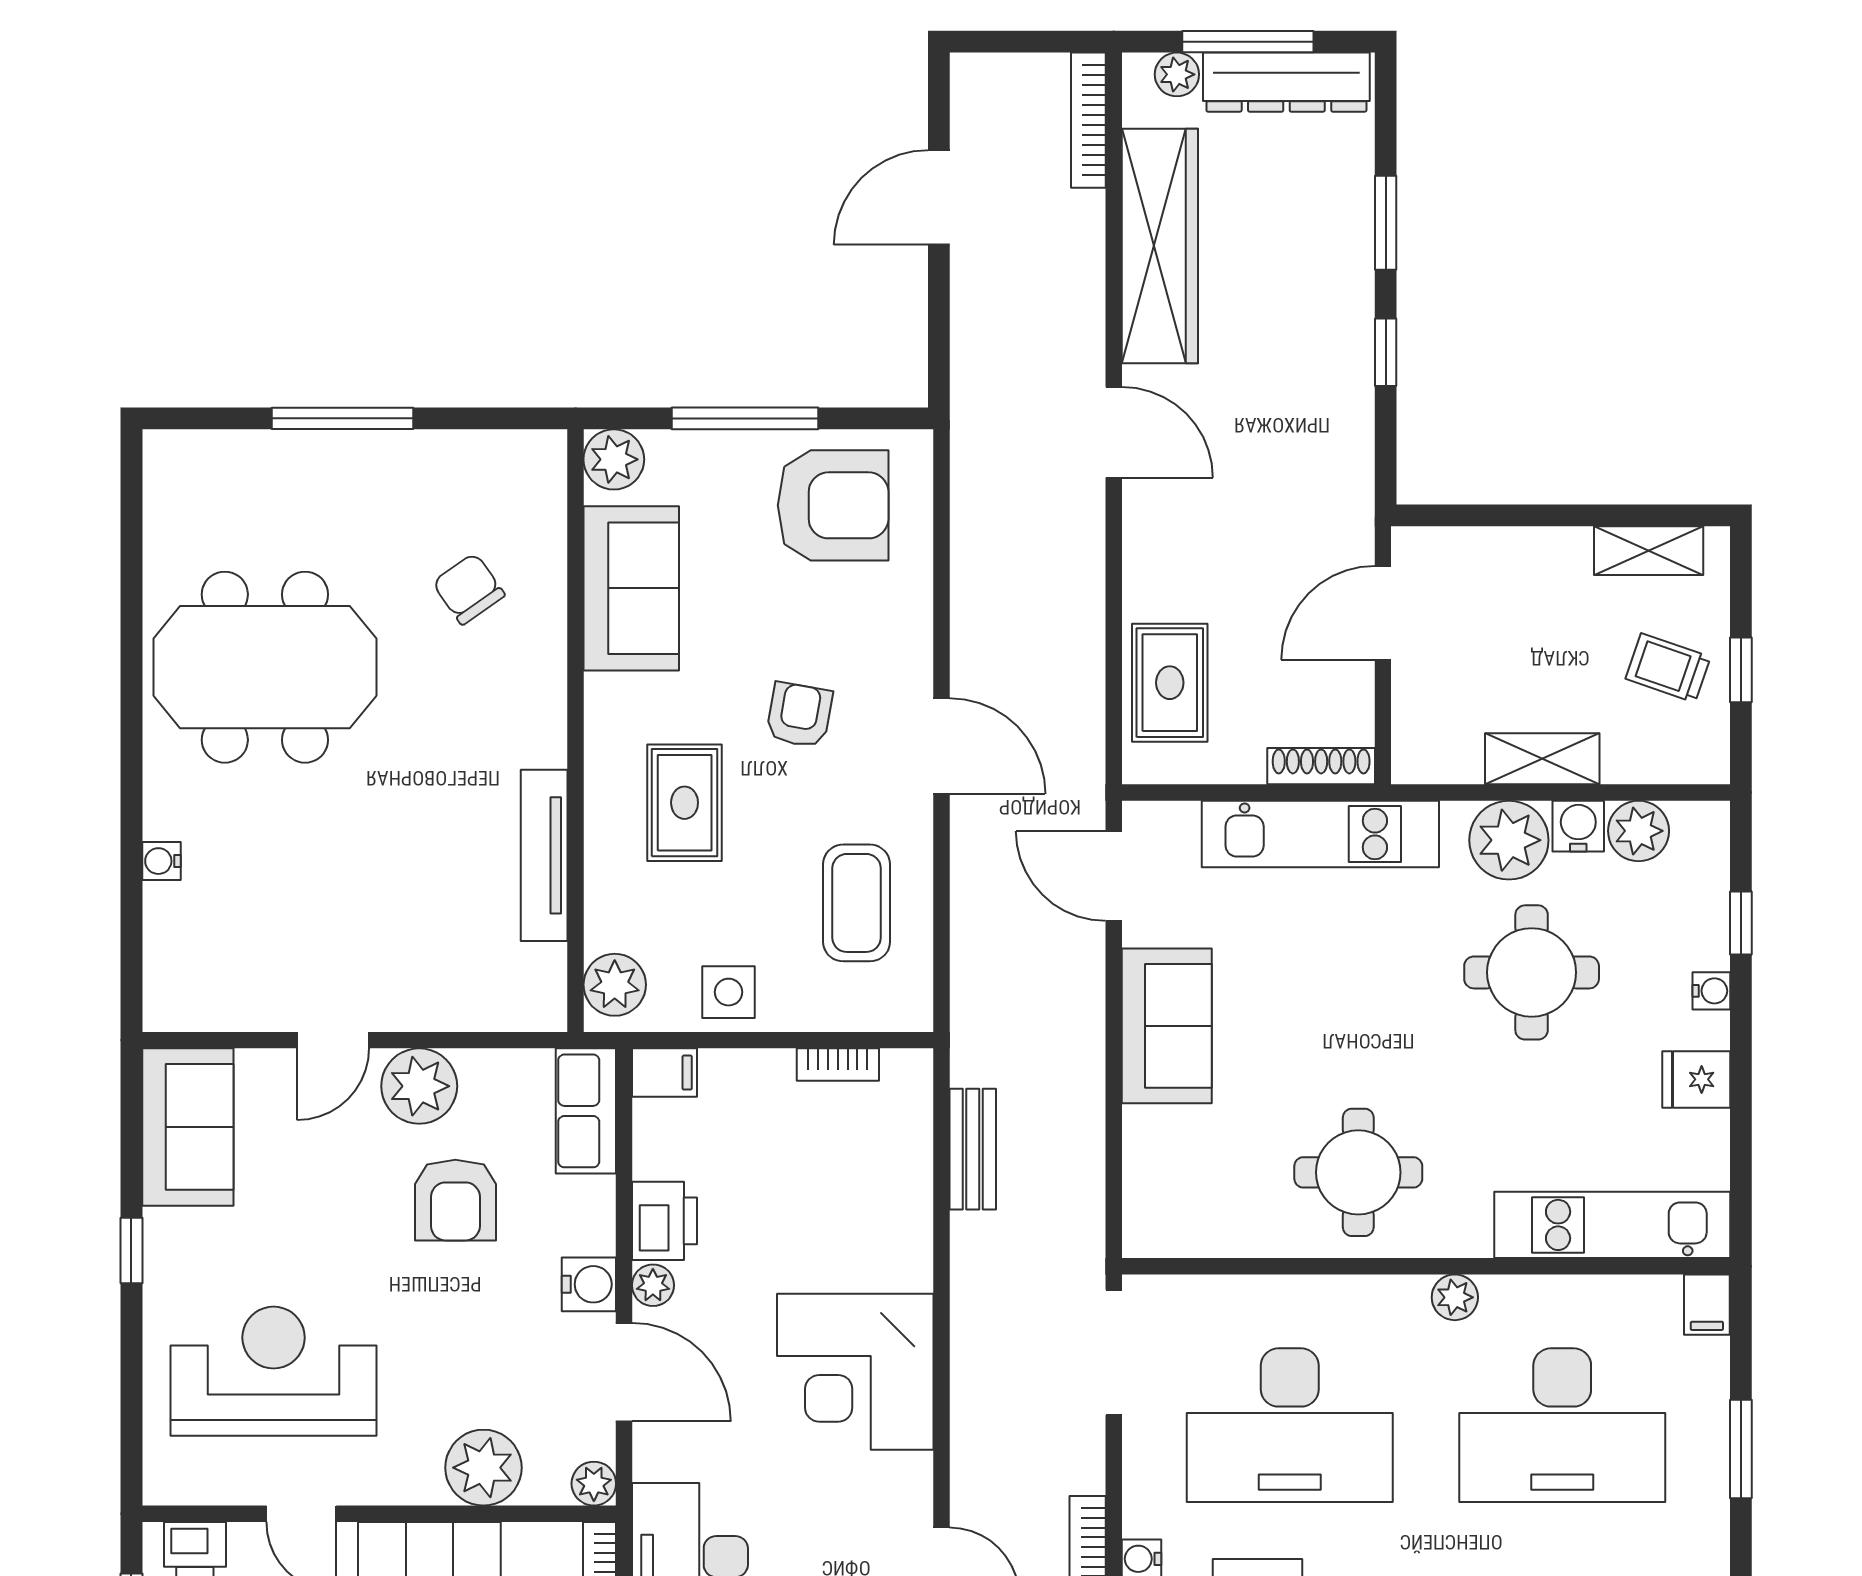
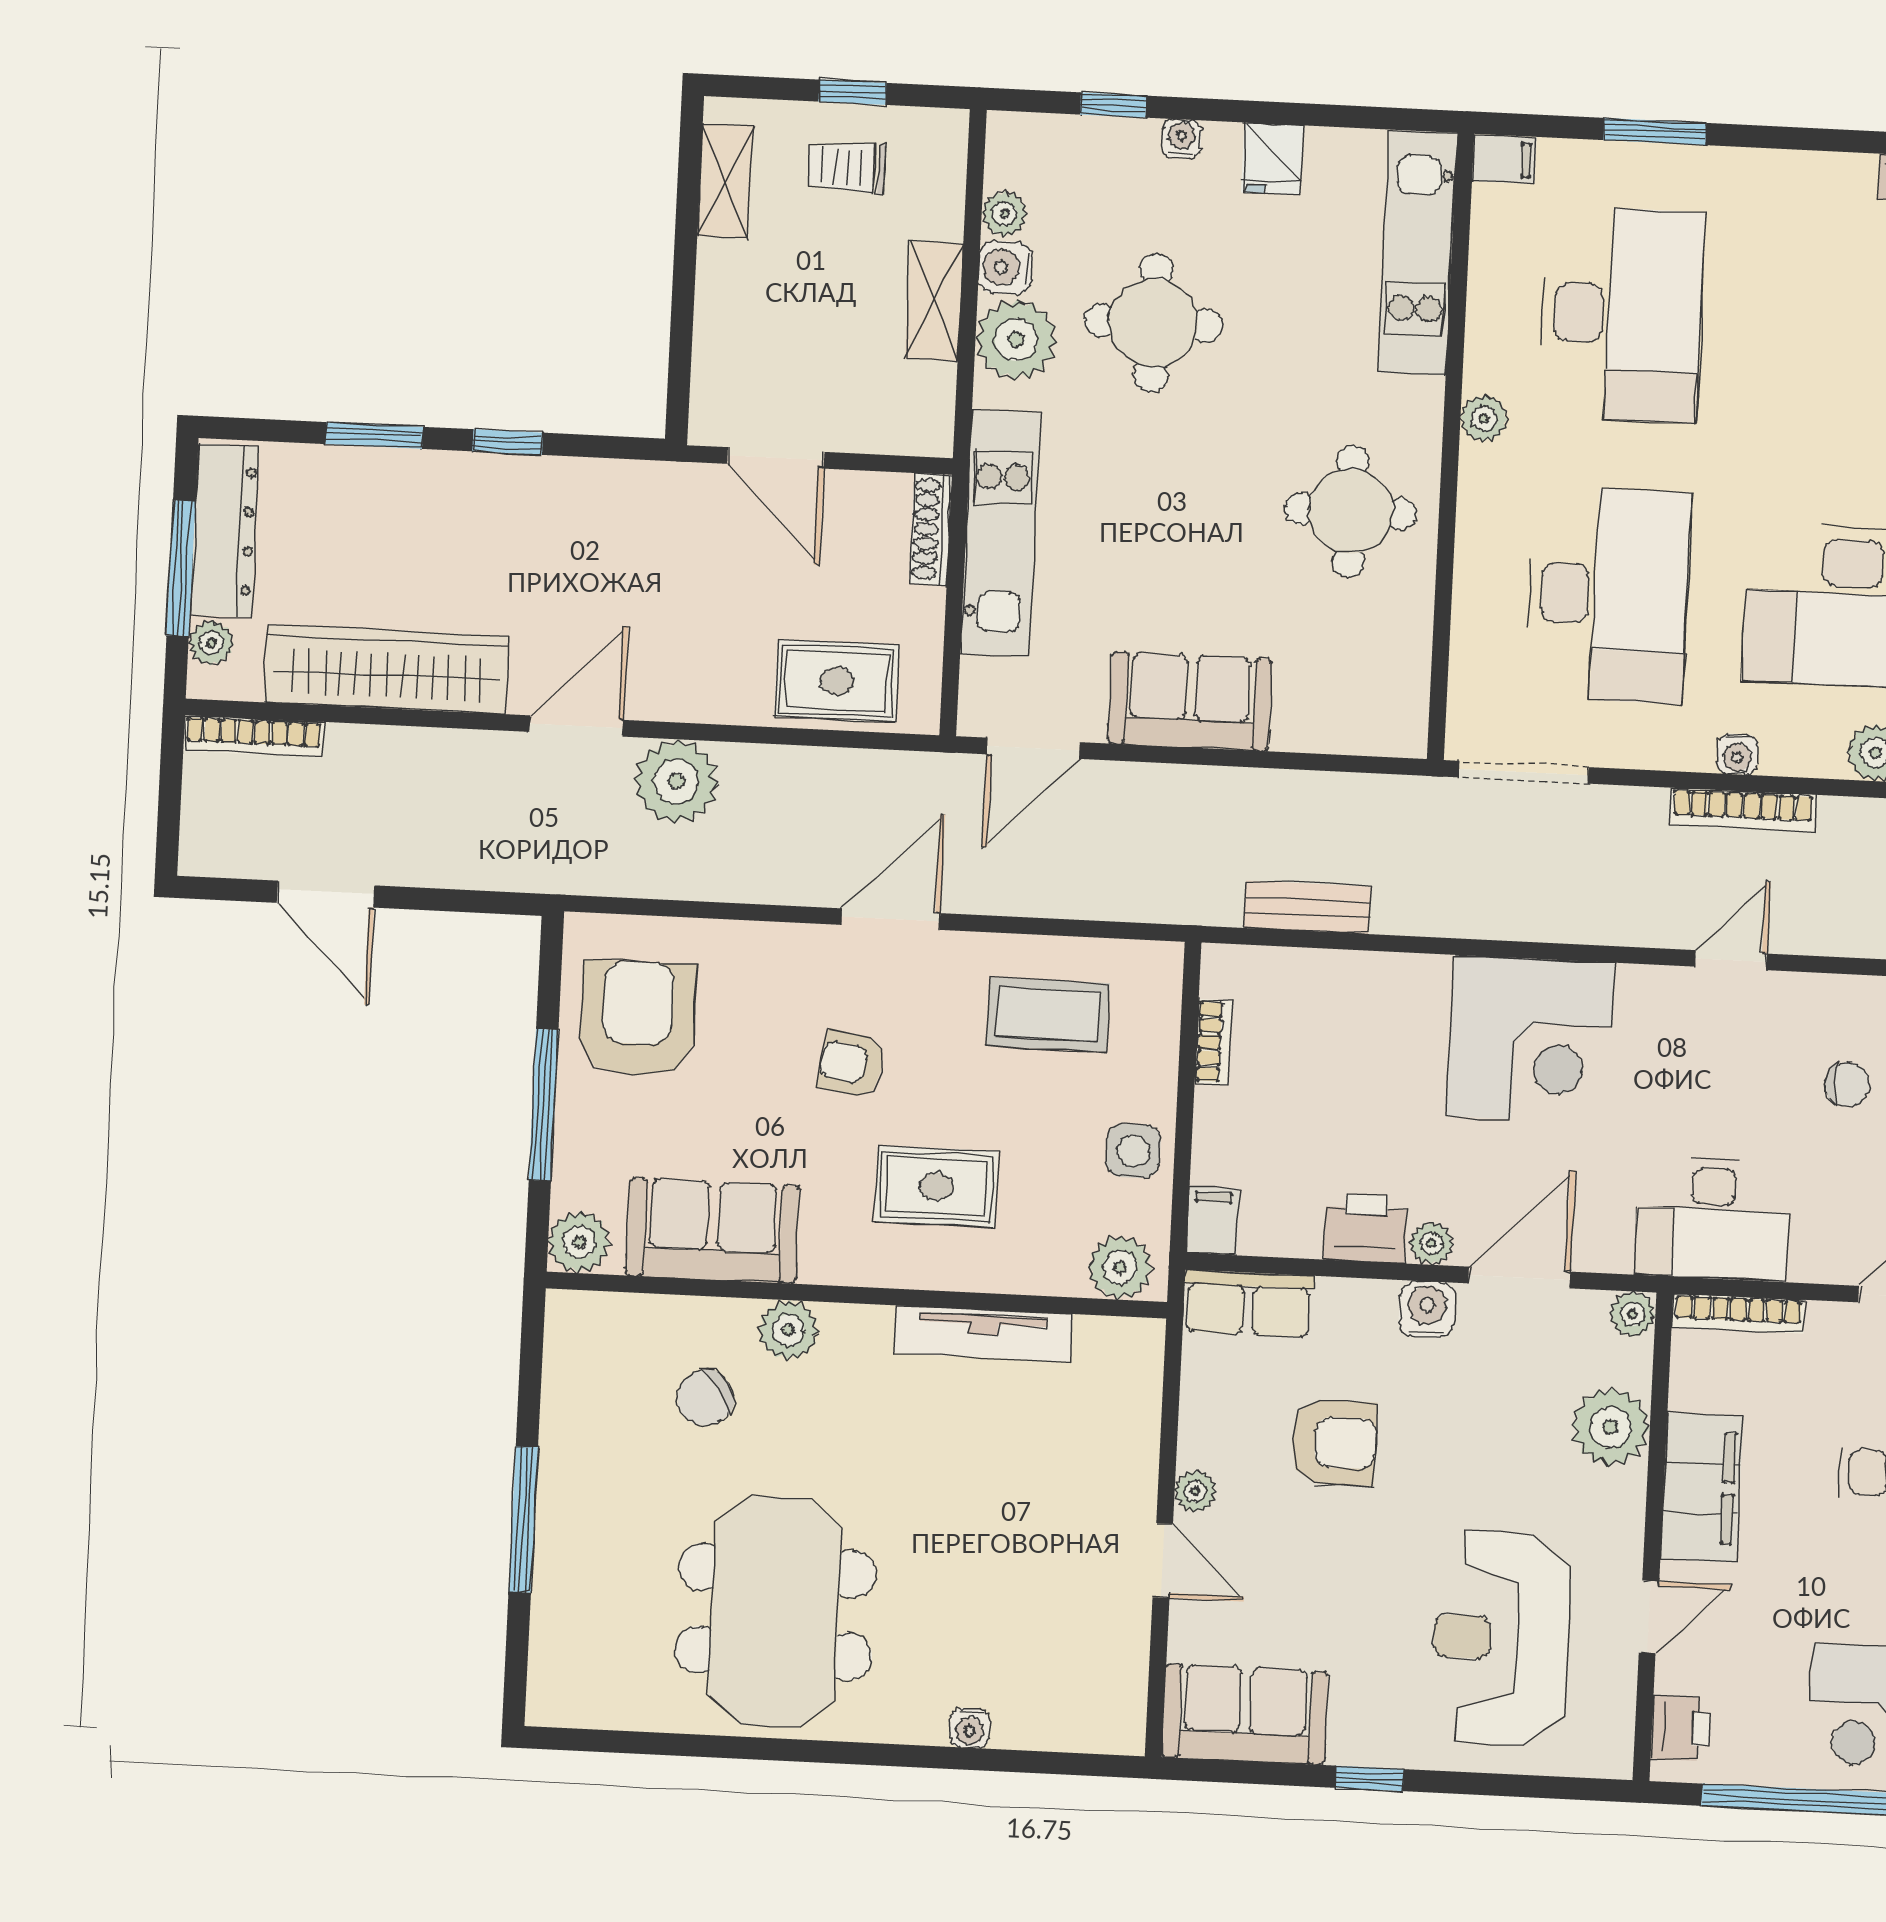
plant: (1065, 532) -> (676, 781), added
plant: (538, 666) -> (788, 1330), added
trolley: (1668, 668) -> (847, 167), turned 71
plant: (1639, 831) -> (1004, 214), width x0.73, depth x0.73
plant: (419, 1086) -> (1195, 1491), width x0.53, depth x0.53

